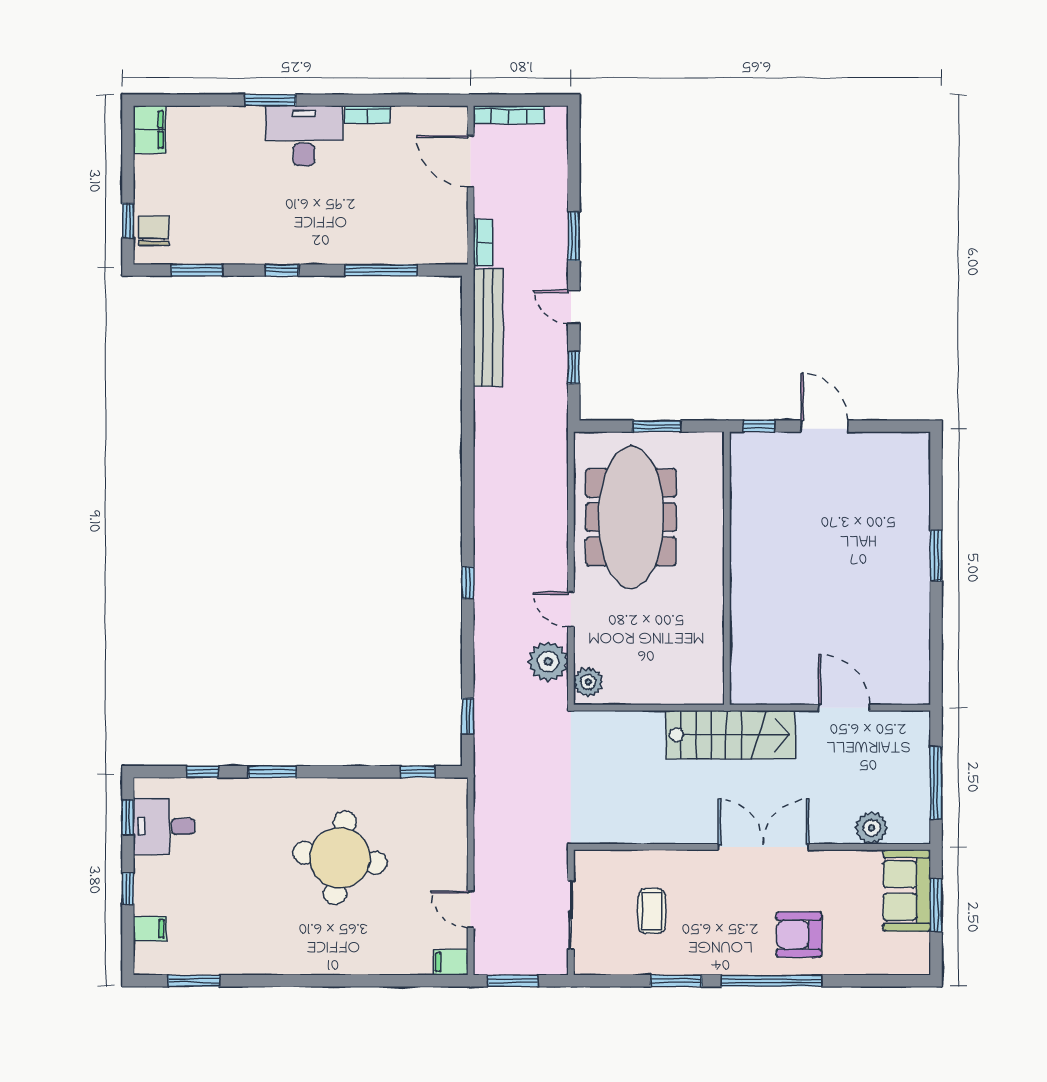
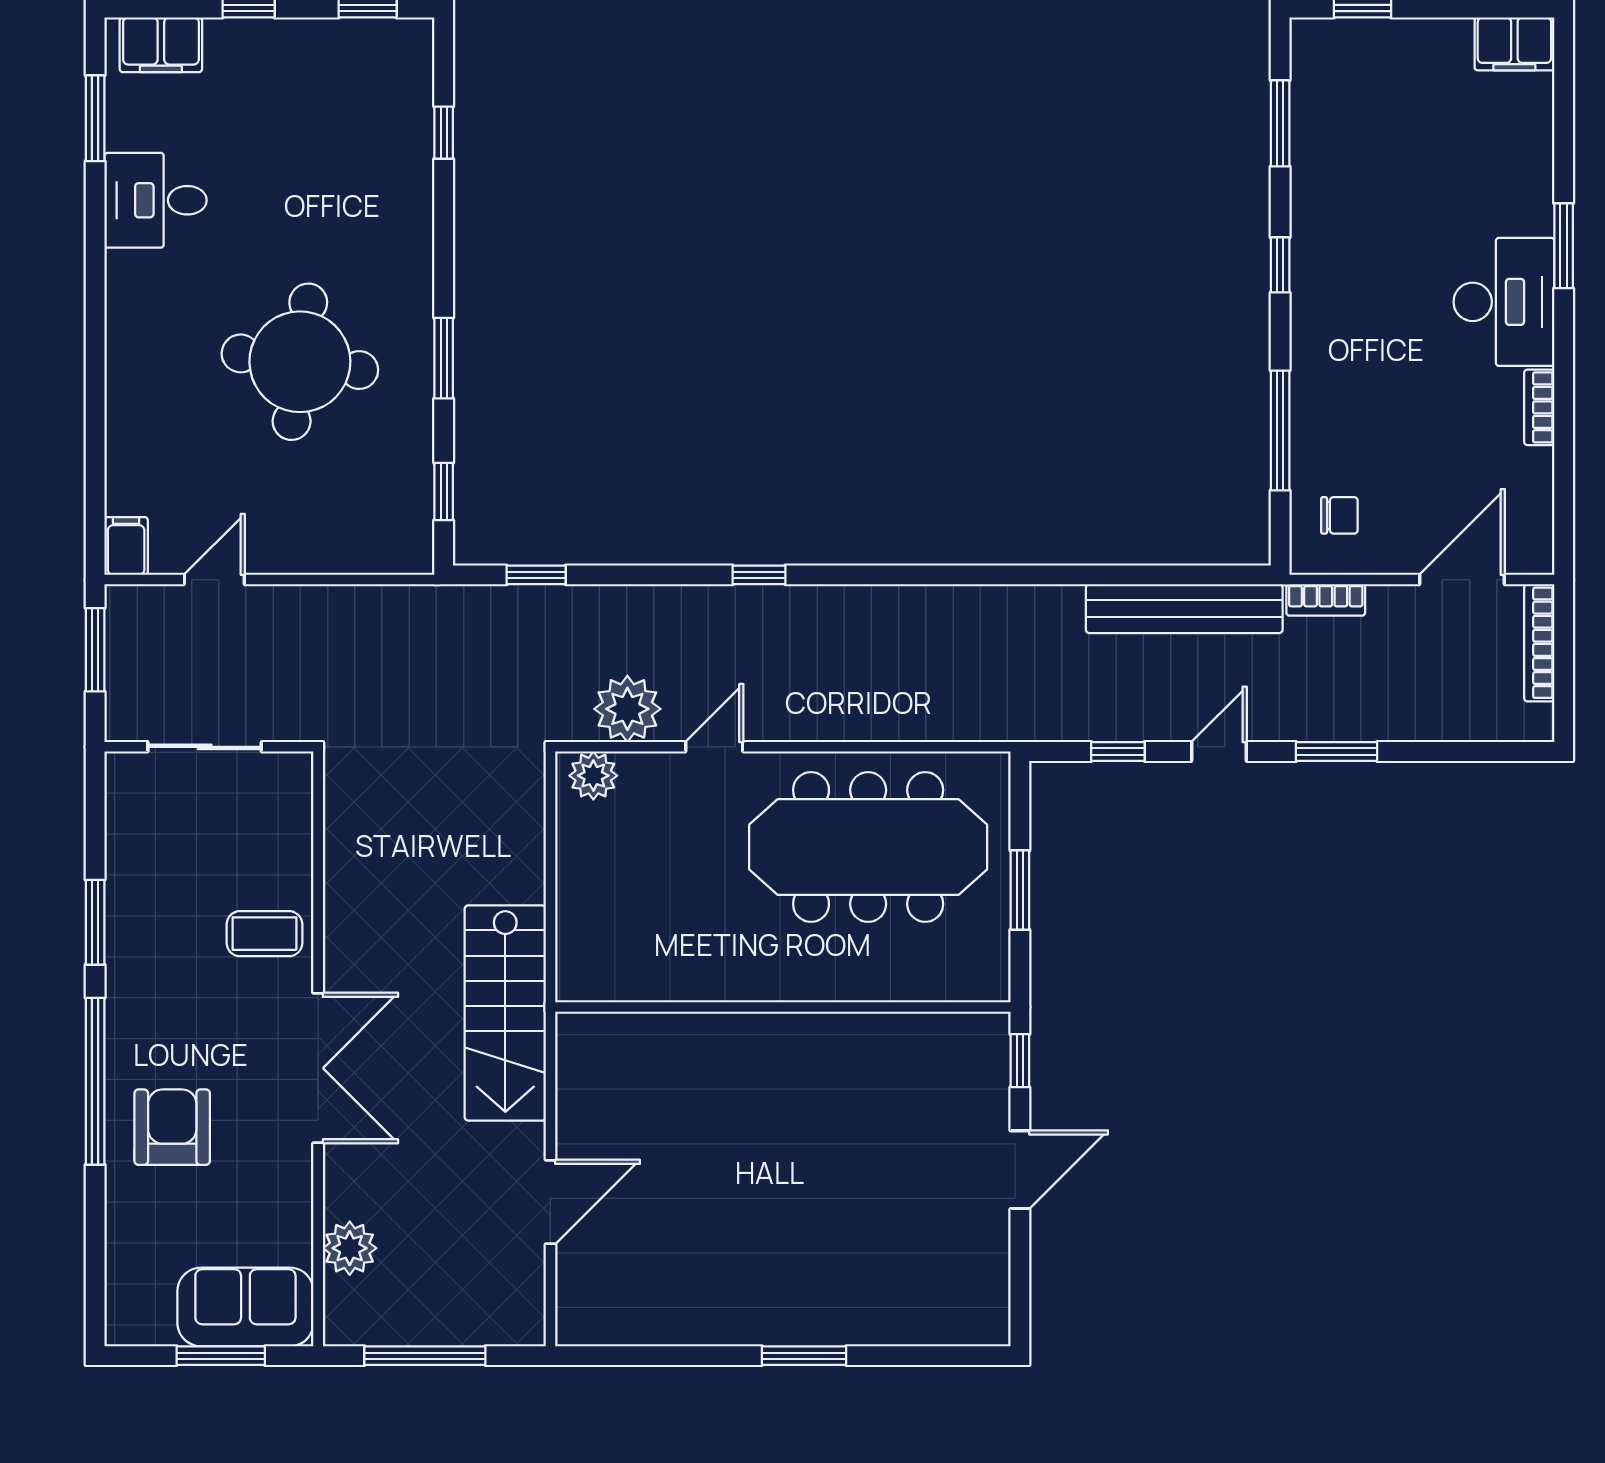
chair: (153, 231) -> (1339, 515), moved, width x0.73, depth x0.73
window: (272, 772) -> (444, 358), moved
desk: (164, 826) -> (156, 200), moved, turned -90
coffee table: (652, 911) -> (264, 934), moved
filing cabinet: (150, 929) -> (161, 45), width x2.00

